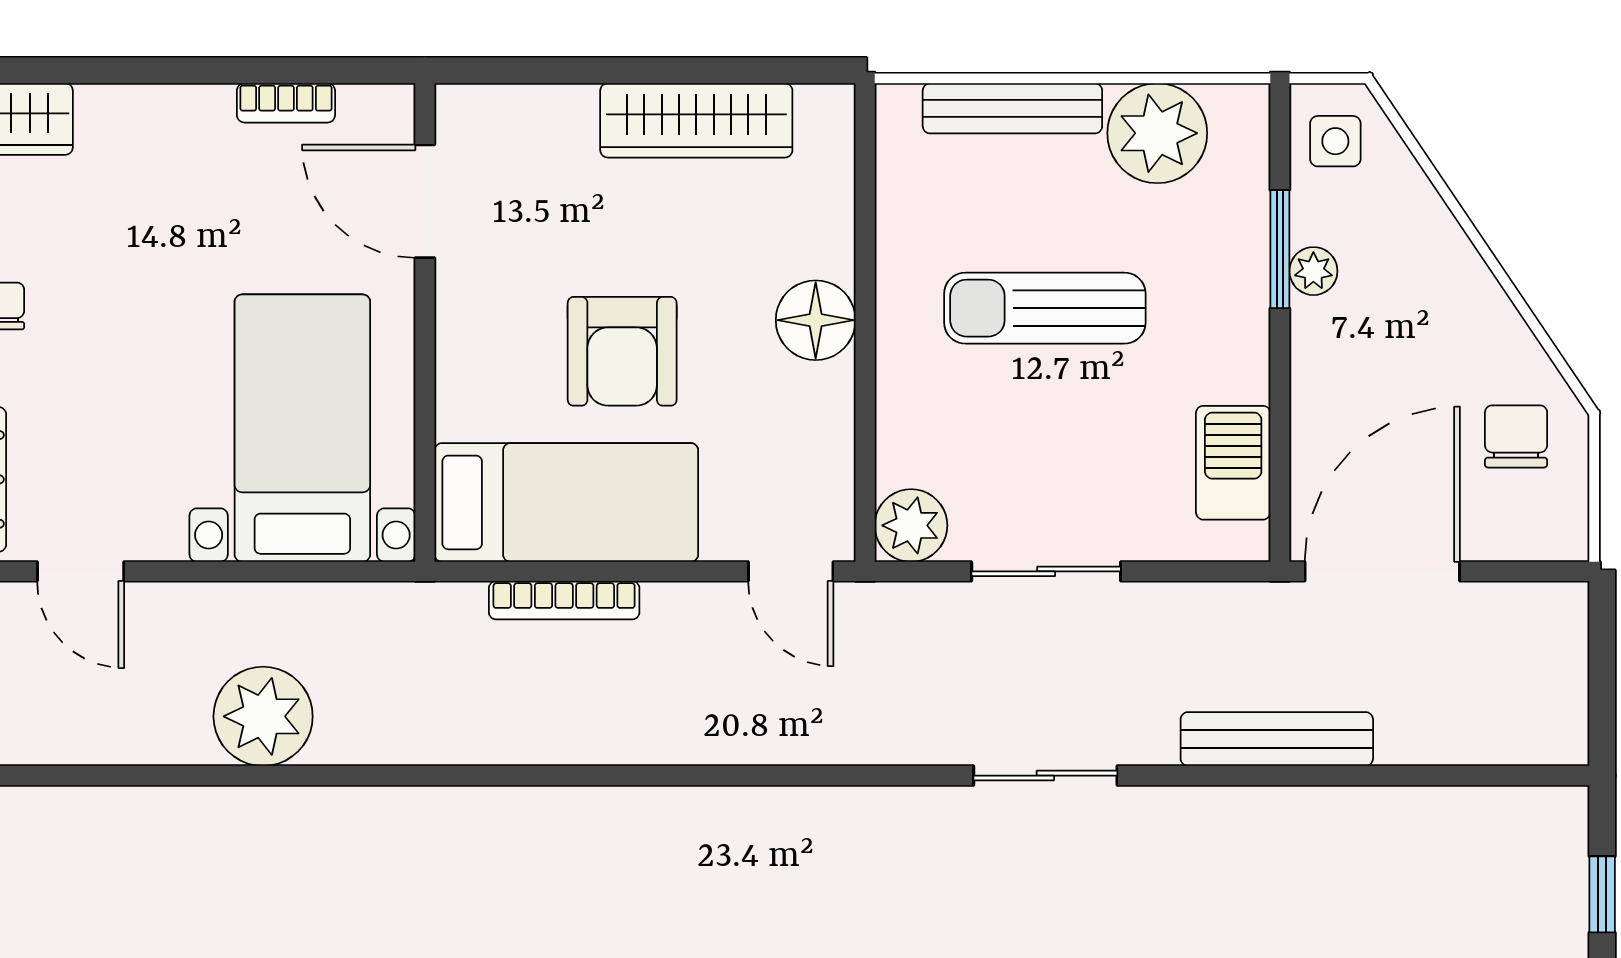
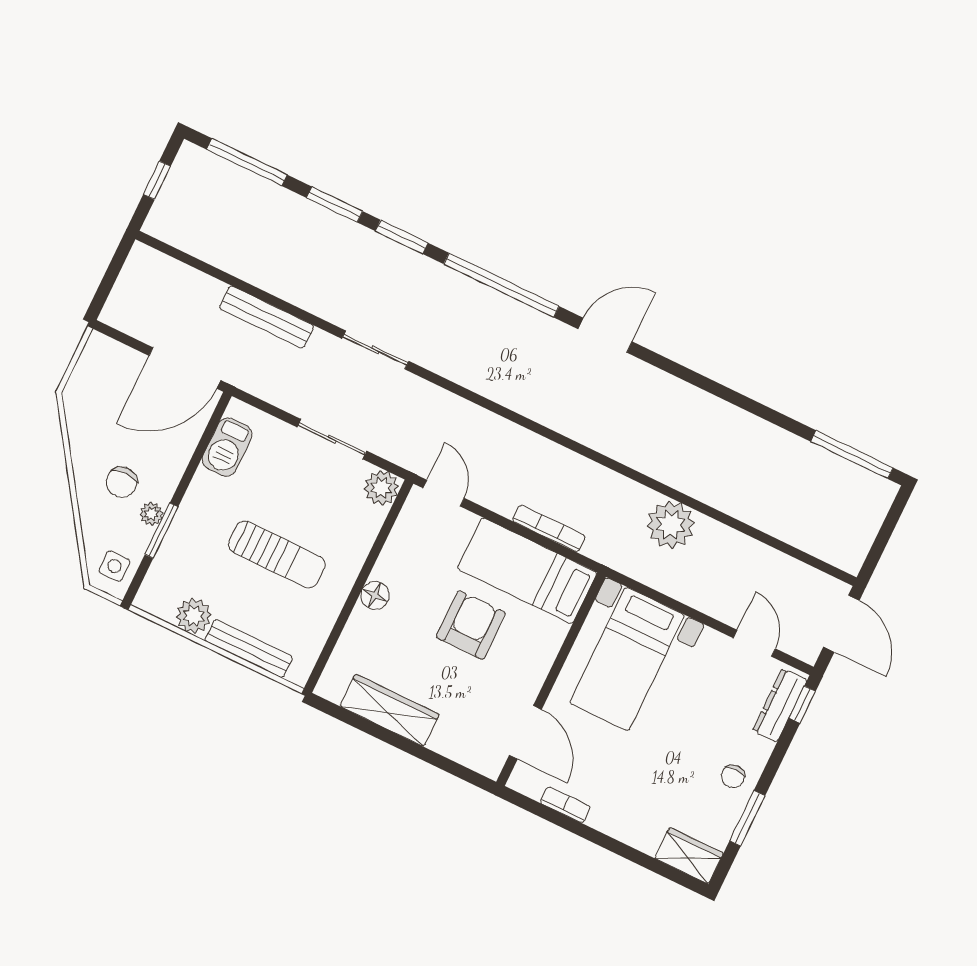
plant: (1157, 133) -> (194, 616), width x0.73, depth x0.73
floor lamp: (816, 320) -> (375, 595), width x0.73, depth x0.73
chair: (1516, 436) -> (122, 482), moved
plant: (263, 716) -> (671, 525), moved

